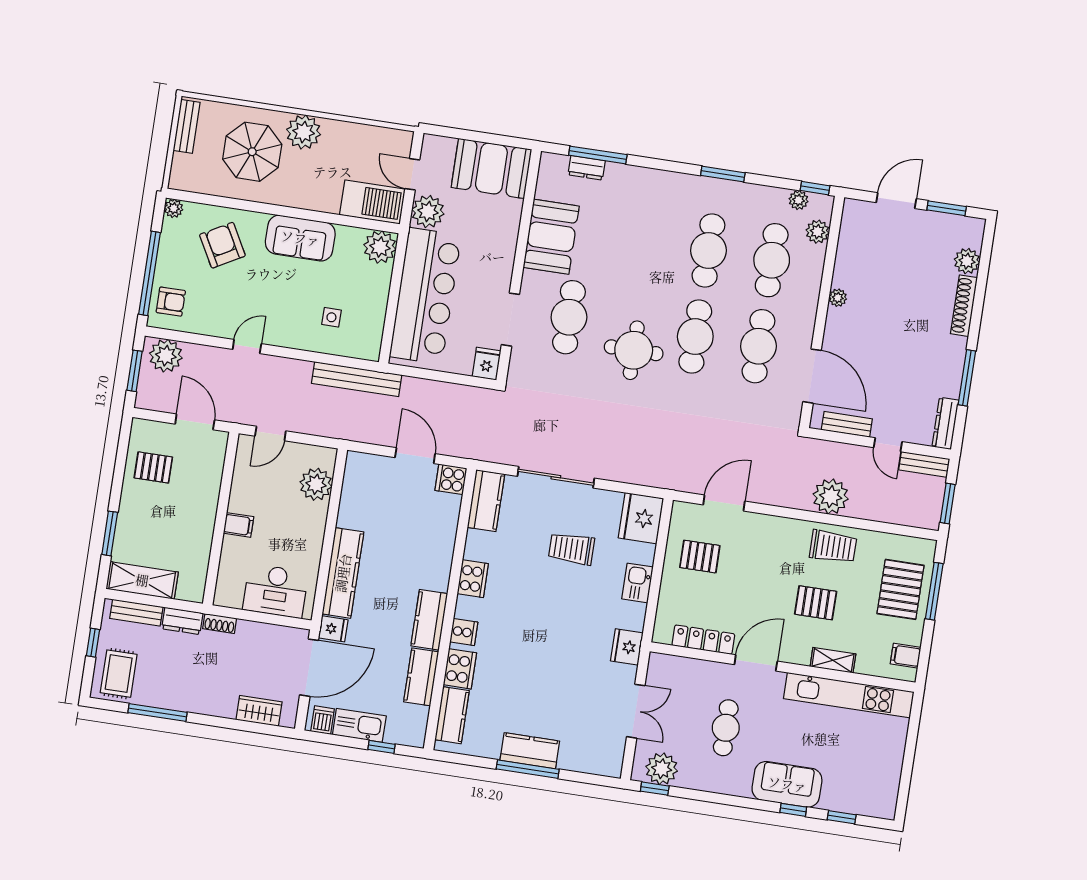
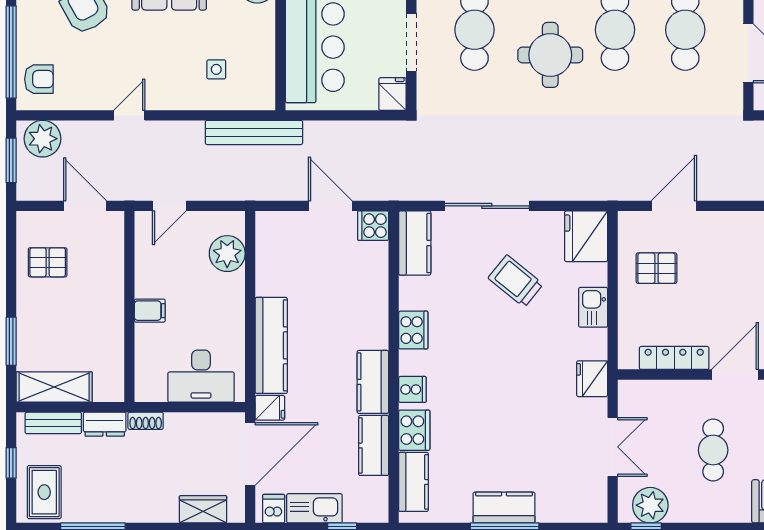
trolley: (571, 549) -> (516, 281), turned 39

